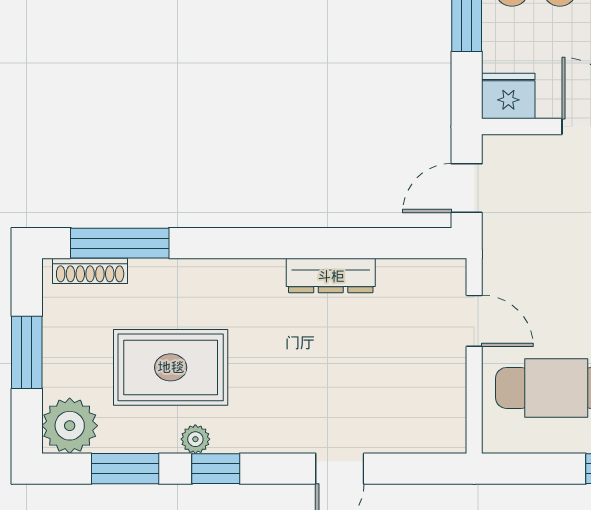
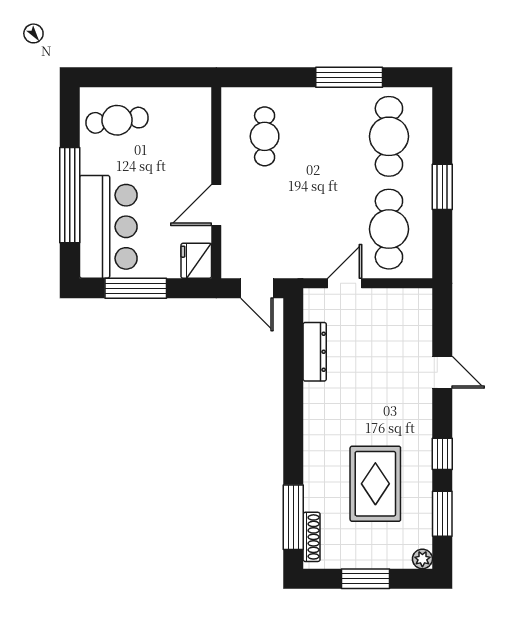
dresser: (331, 276) -> (315, 352), moved
plant: (70, 426) -> (422, 559), width x0.53, depth x0.53
plant: (195, 439) -> (423, 467), removed

